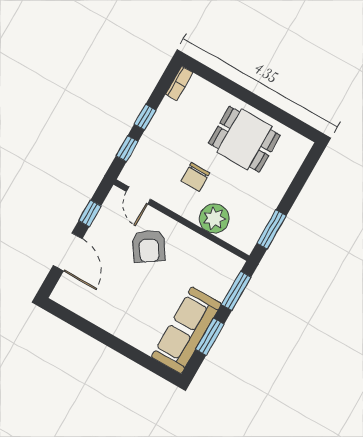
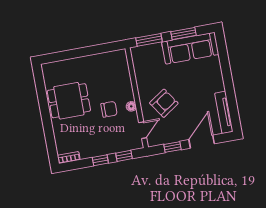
dining table: (244, 139) -> (69, 101), turned 90
floor lamp: (177, 205) -> (131, 106), added
plant: (214, 218) -> (122, 82), removed
window: (271, 229) -> (103, 48), removed
tv unit: (80, 306) -> (224, 112), added

